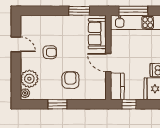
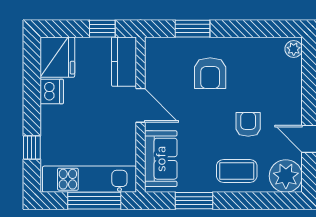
coffee table: (56, 27) -> (237, 171), added
armchair: (50, 52) -> (248, 124), turned 90
plant: (29, 79) -> (286, 176), moved
window: (57, 104) -> (192, 29), moved

